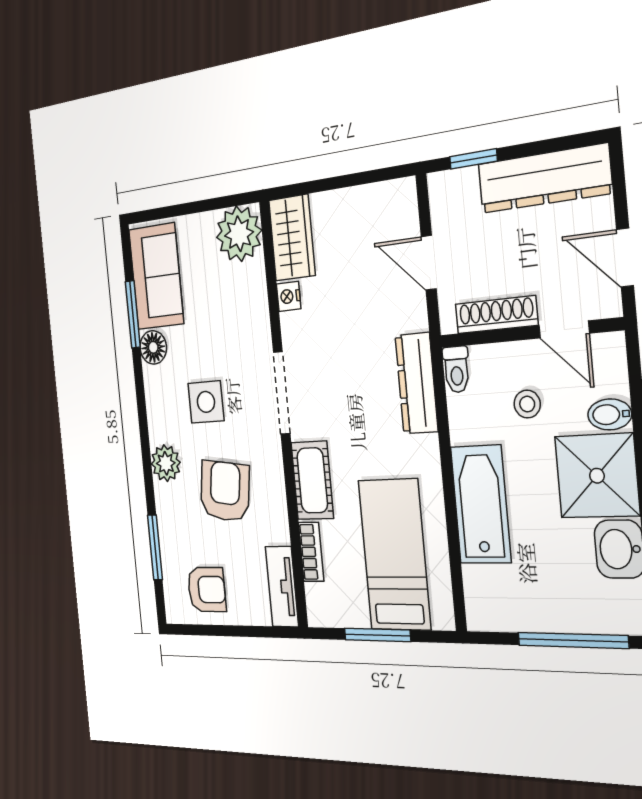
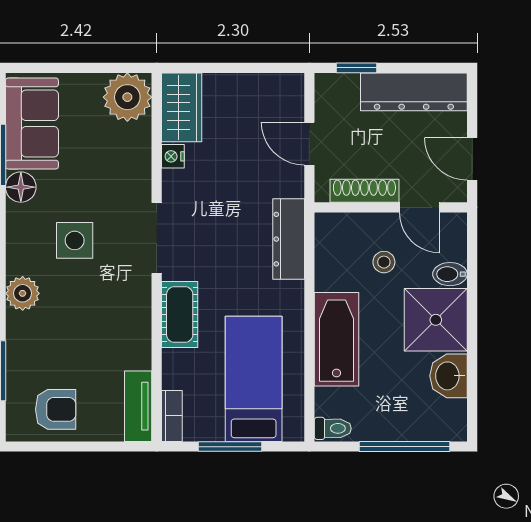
toilet: (456, 369) -> (333, 428), moved, turned -90
armchair: (225, 491) -> (86, 321), removed
bookcase: (311, 552) -> (172, 416), moved

